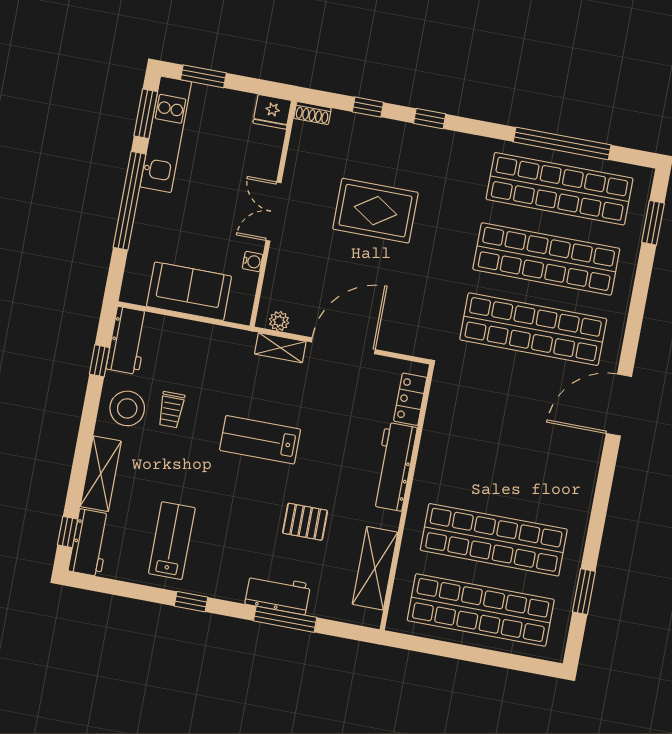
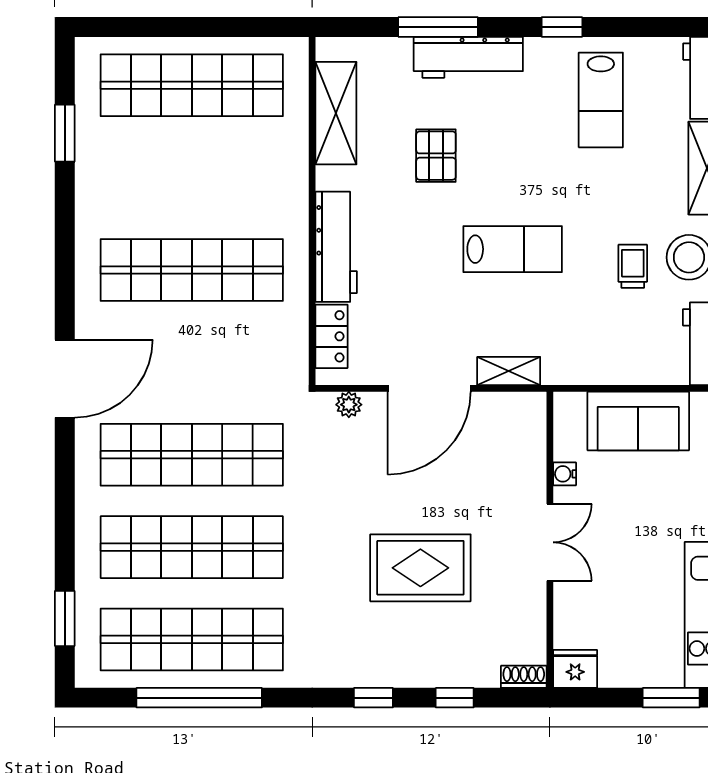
plant: (279, 321) -> (349, 405), moved
pallet: (305, 522) -> (436, 156), turned 90
shop shelf: (494, 540) -> (192, 270), moved
workbench: (278, 594) -> (468, 57), width x1.38

